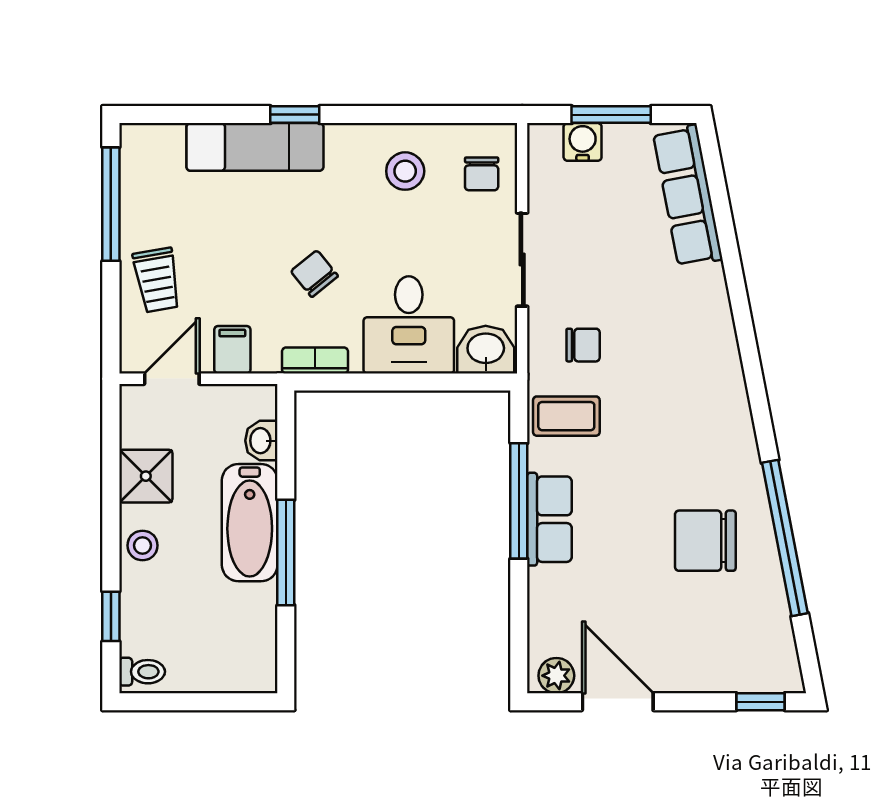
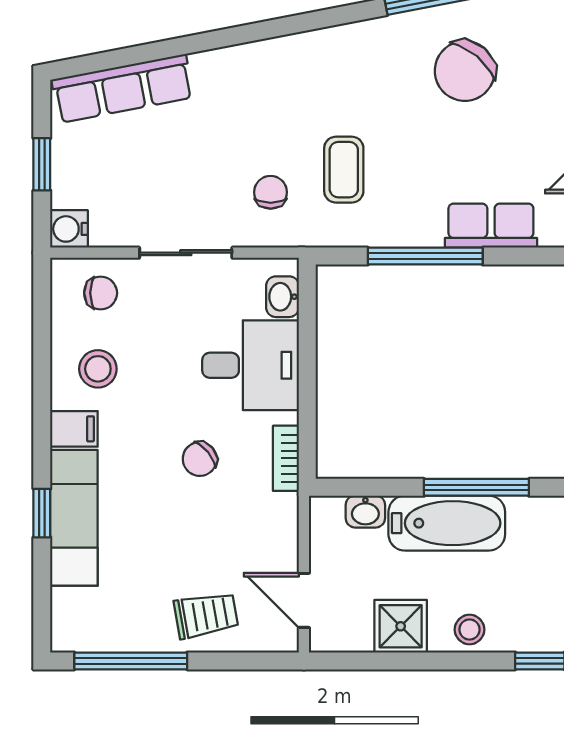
window: (295, 115) -> (42, 513), moved
window: (611, 115) -> (42, 164), width x0.67
water cooler: (583, 142) -> (69, 229), moved
filing cabinet: (232, 350) -> (74, 429), moved, turned 180
washbasin: (486, 350) -> (283, 297), width x0.72, depth x0.69
coffee table: (566, 416) -> (344, 170), moved
row of seats: (549, 519) -> (491, 226), moved
chair: (705, 541) -> (465, 71), turned 40

